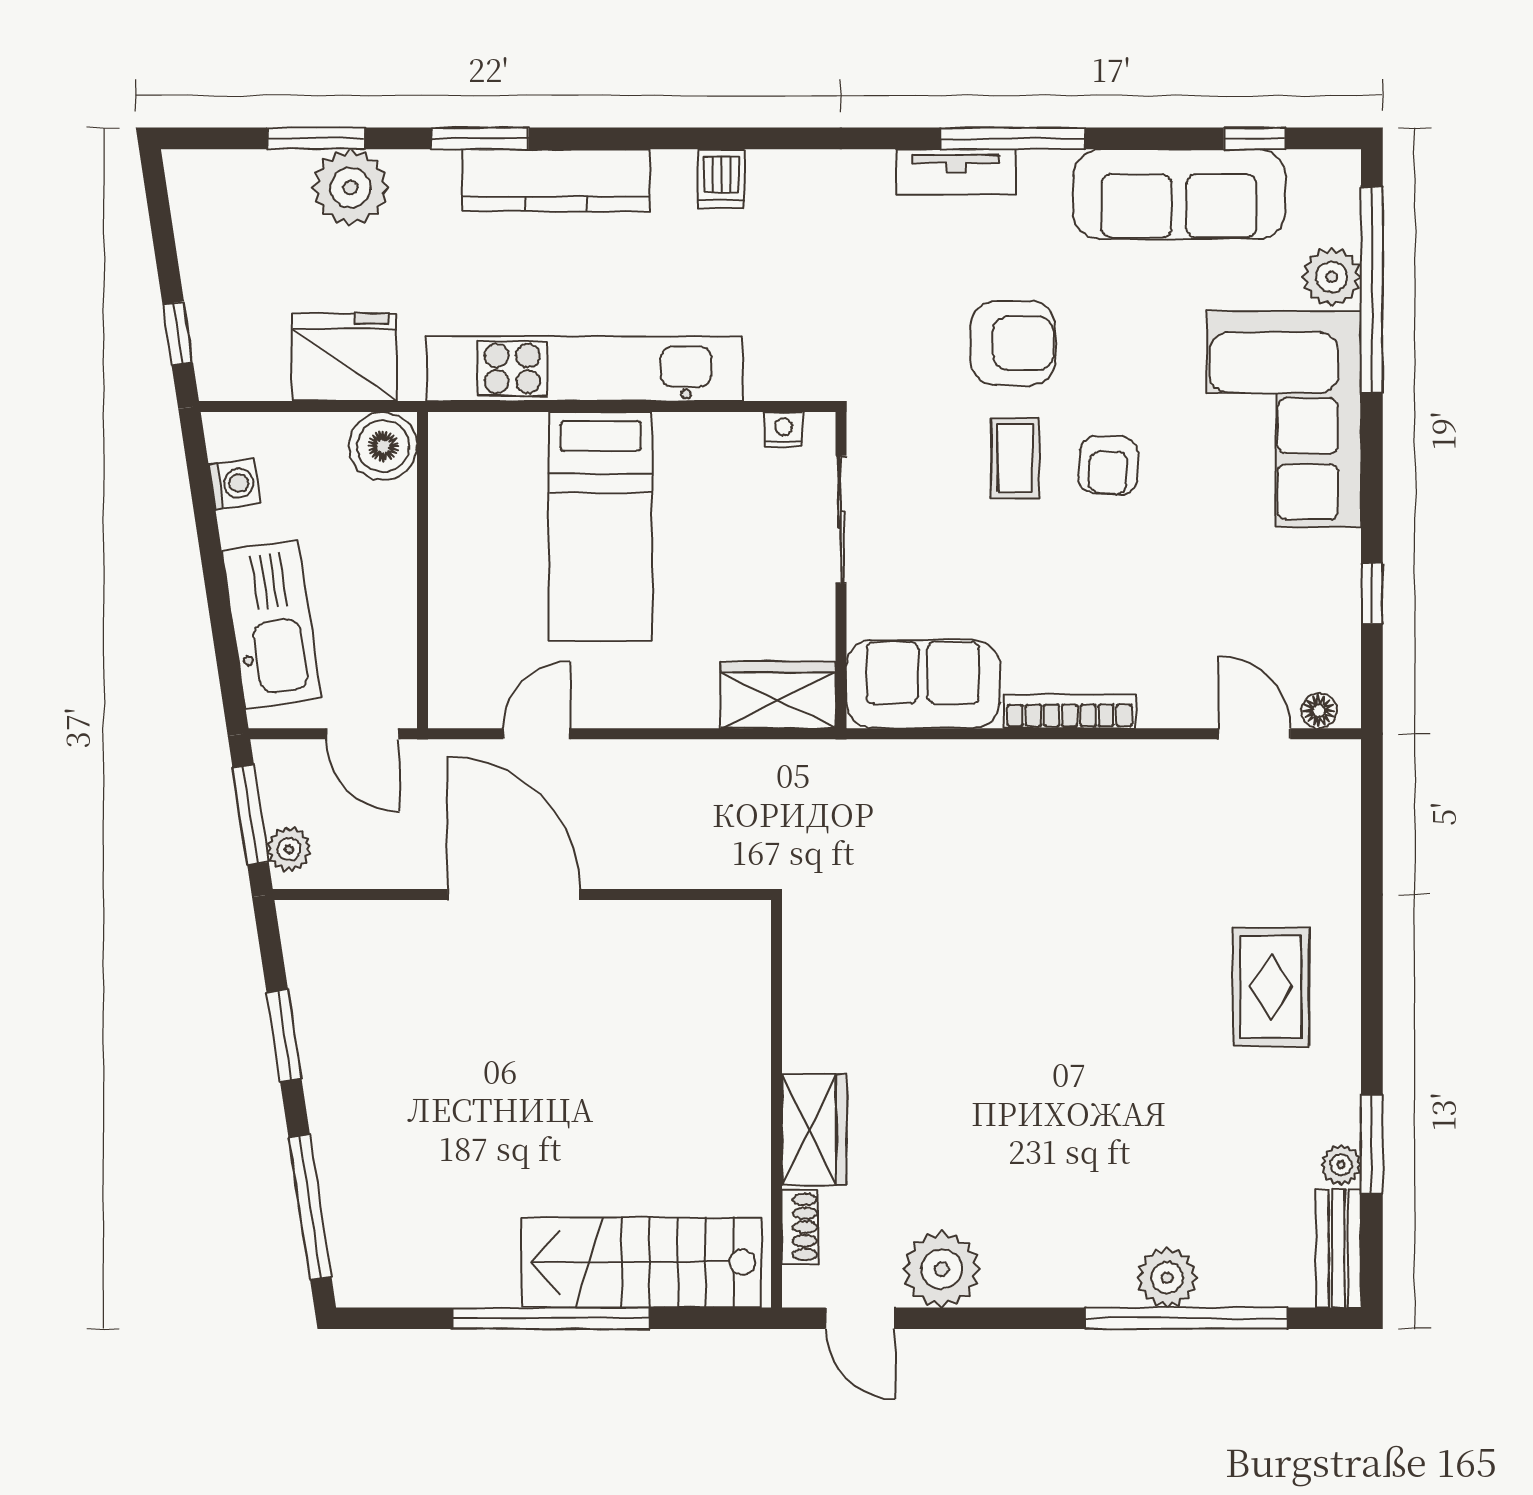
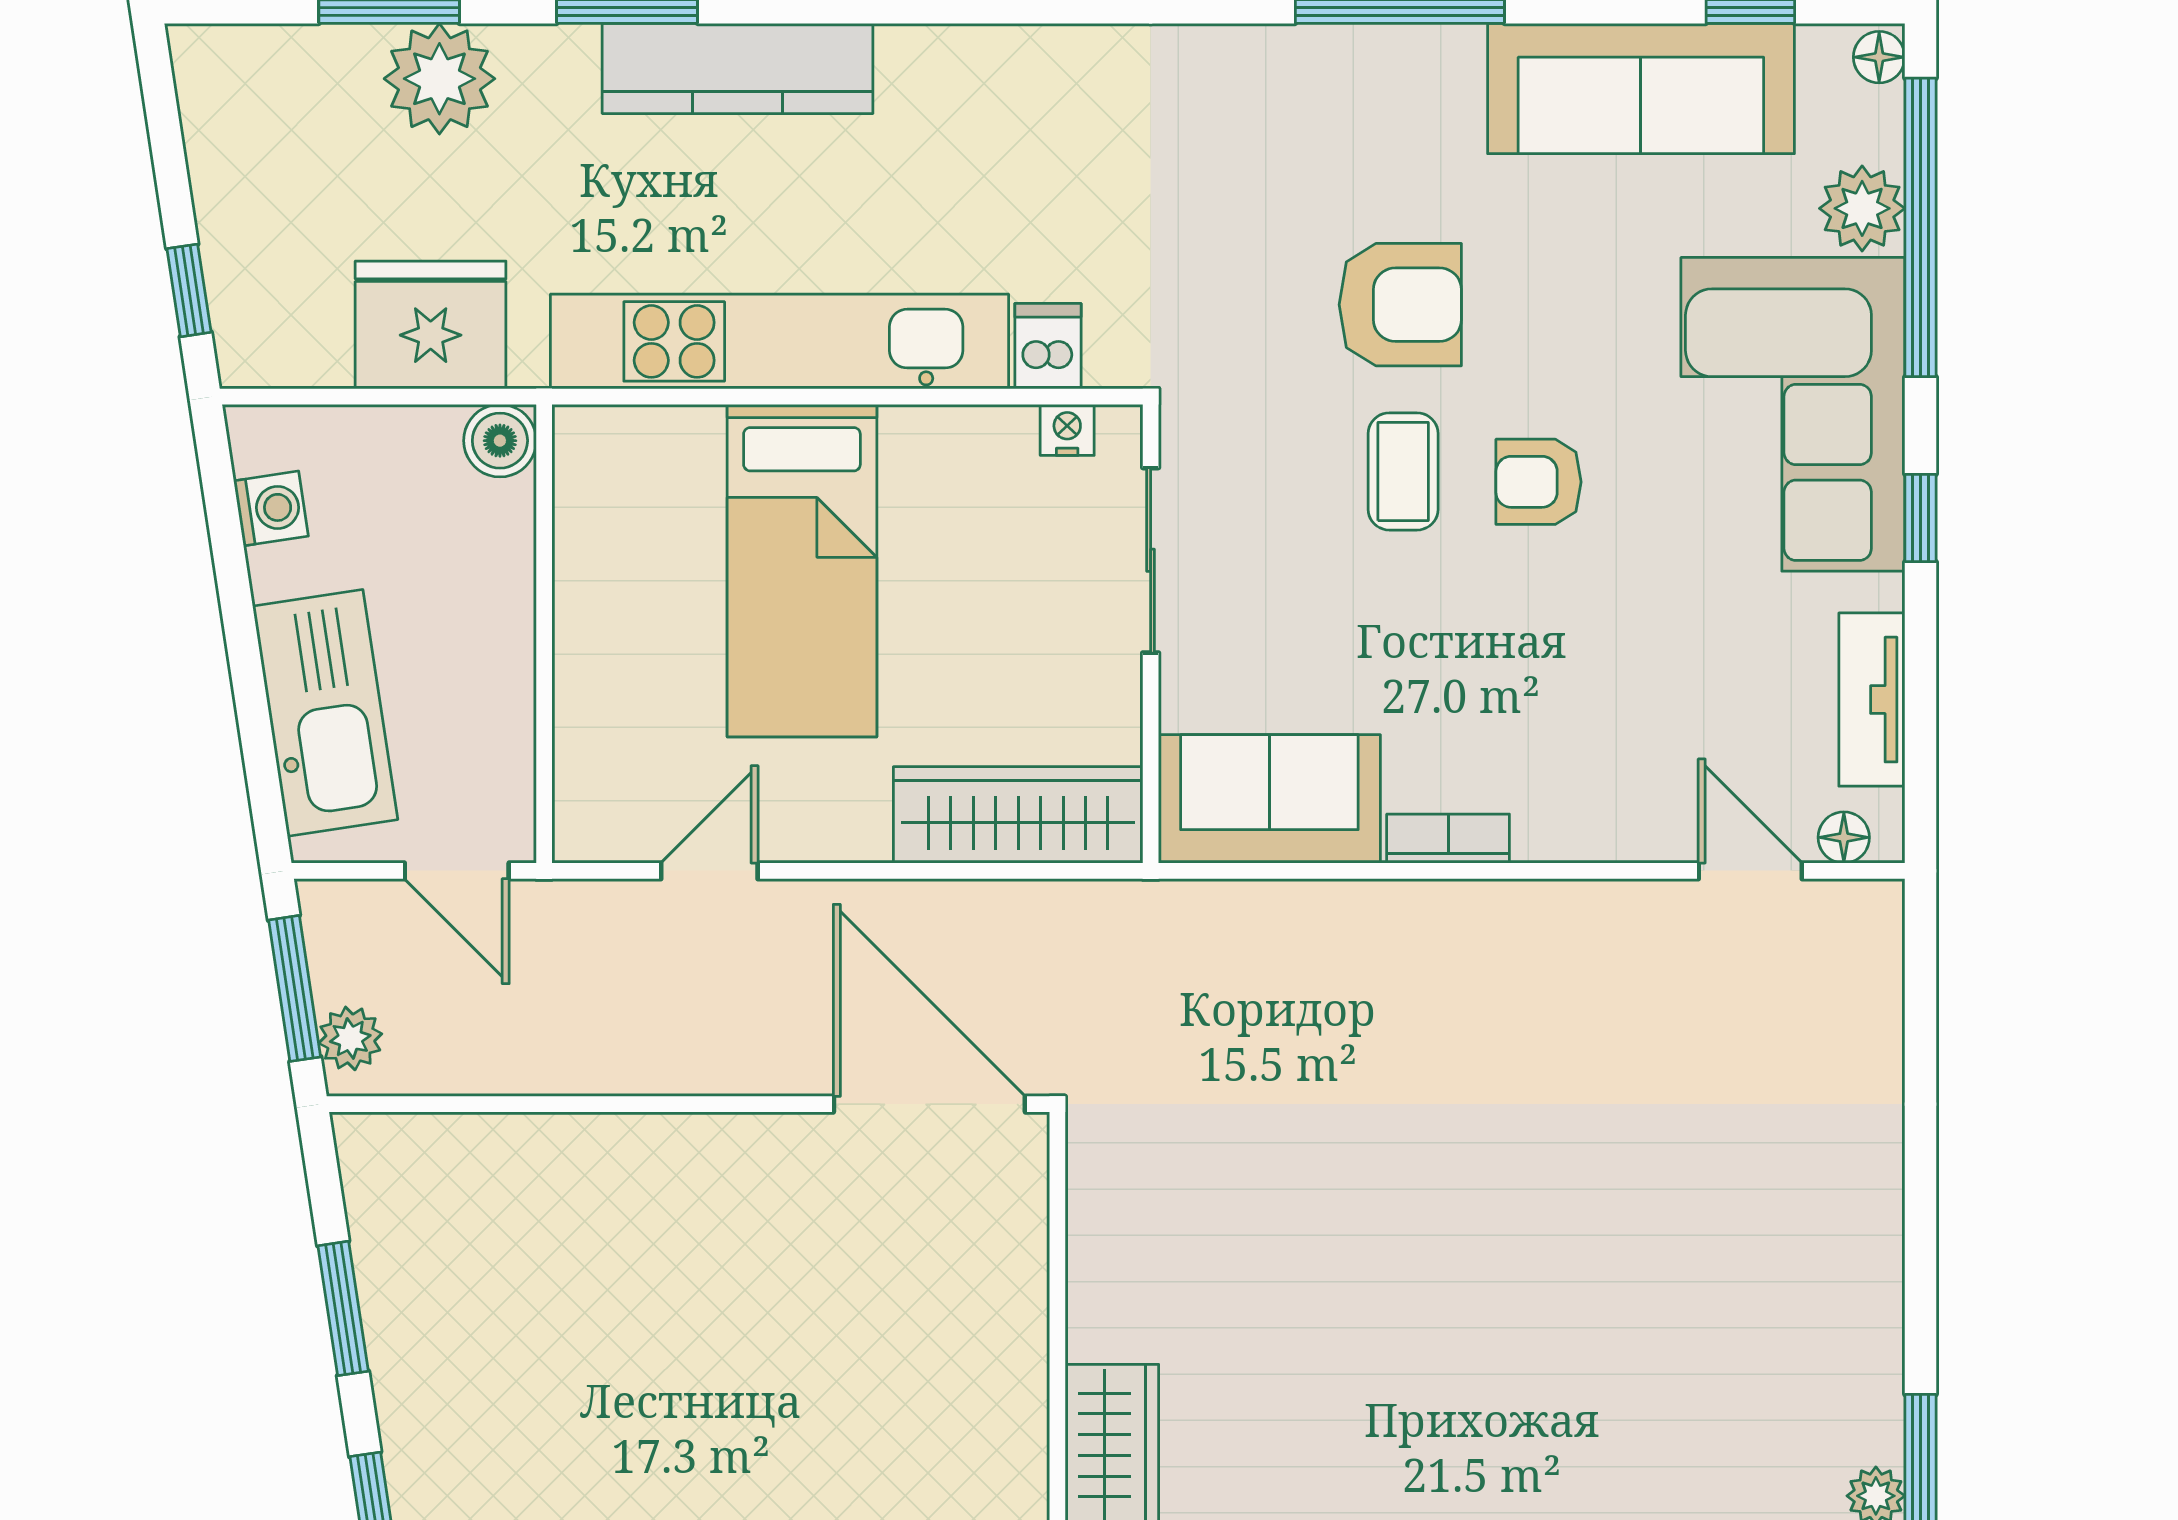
tv unit: (956, 172) -> (1872, 700), moved, turned 90
floor lamp: (1343, 173) -> (1879, 57), added
dishwasher: (721, 179) -> (1048, 346), moved, turned 180
boiler: (383, 446) -> (500, 441), width x0.73, depth x0.73
armchair: (1108, 465) -> (1538, 482), turned 87
window: (1372, 593) -> (1920, 518), moved
wardrobe: (778, 695) -> (1018, 815), width x1.50
bookcase: (1070, 711) -> (1448, 839), width x0.64
door: (514, 895) -> (929, 1104), moved
rug: (1271, 987) -> (1774, 1238), removed

